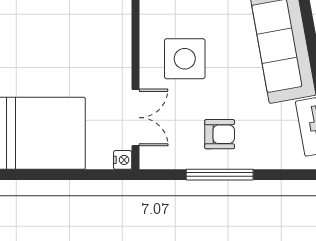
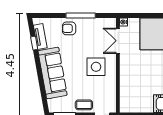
armchair: (220, 134) -> (69, 28), moved

